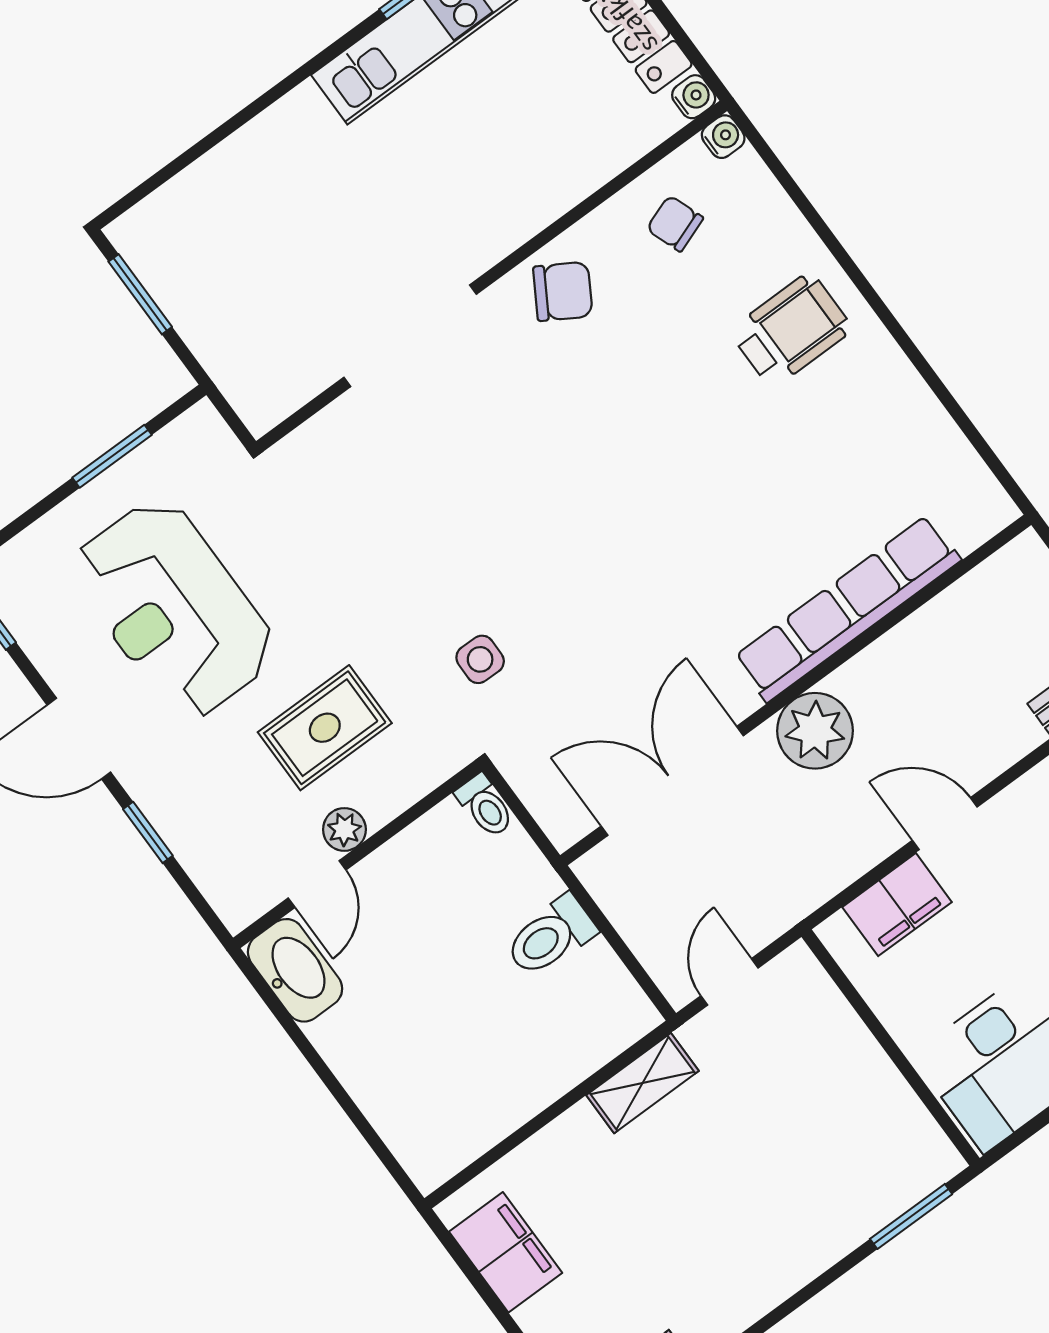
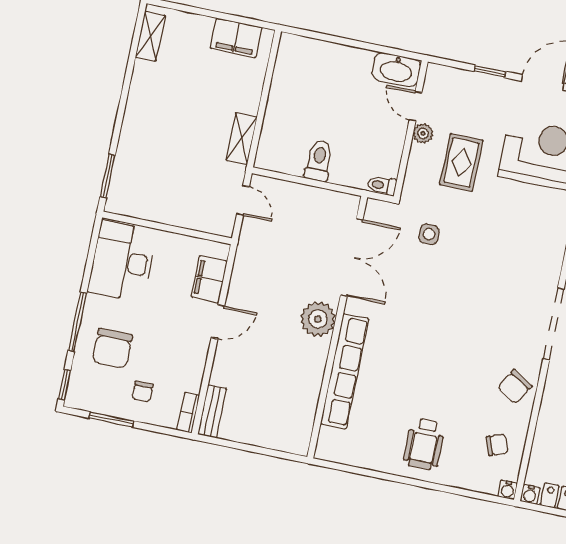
row of seats: (847, 609) -> (345, 371), moved
wall: (796, 690) -> (337, 327), moved
plant: (815, 731) -> (318, 319), moved
double door: (672, 781) -> (352, 257), moved

